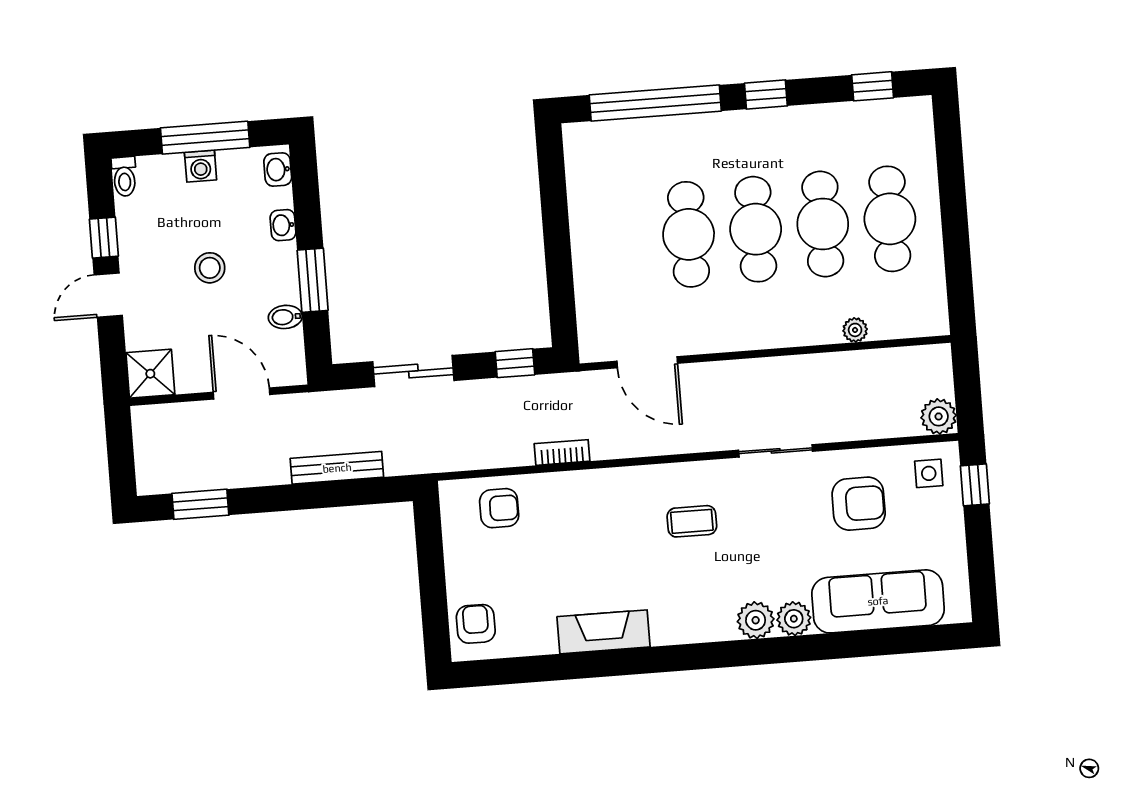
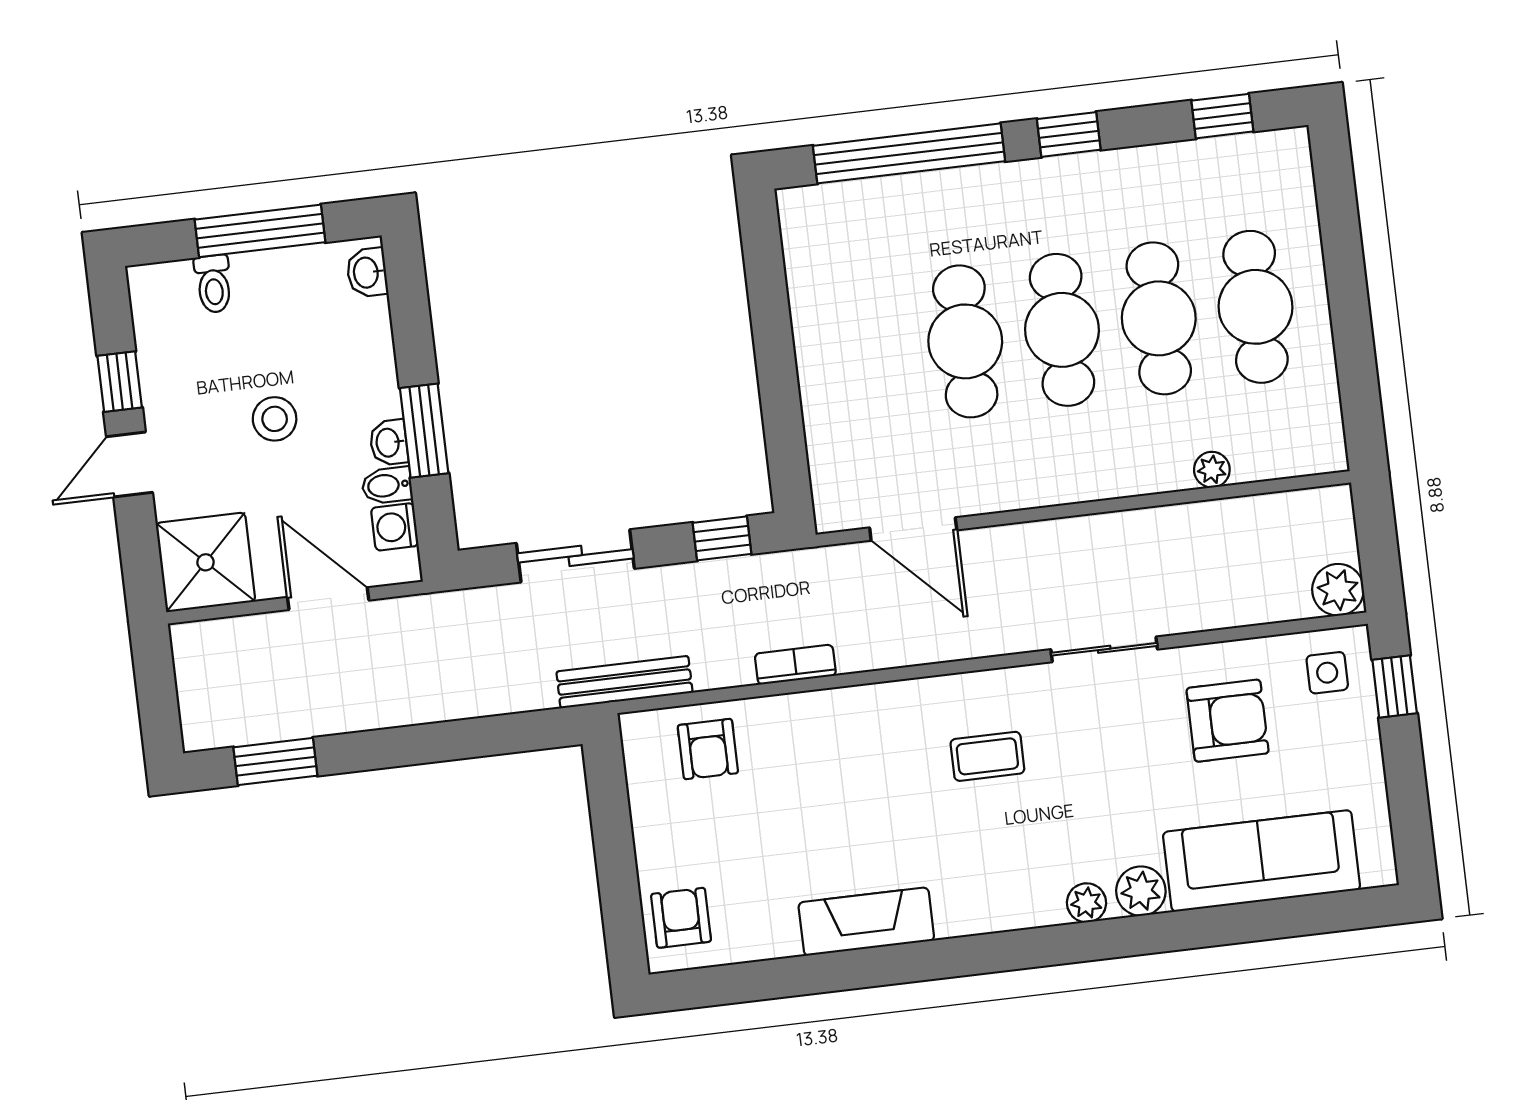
washing machine: (201, 166) -> (395, 527), moved, turned 90
toilet: (124, 177) -> (213, 284), moved
washbasin: (283, 225) -> (389, 443), moved
shower: (150, 374) -> (206, 562), width x1.36, depth x1.36
bench: (337, 468) -> (624, 682), moved
armchair: (499, 508) -> (708, 749), turned 90
plant: (756, 620) -> (1086, 903), width x0.73, depth x0.73

